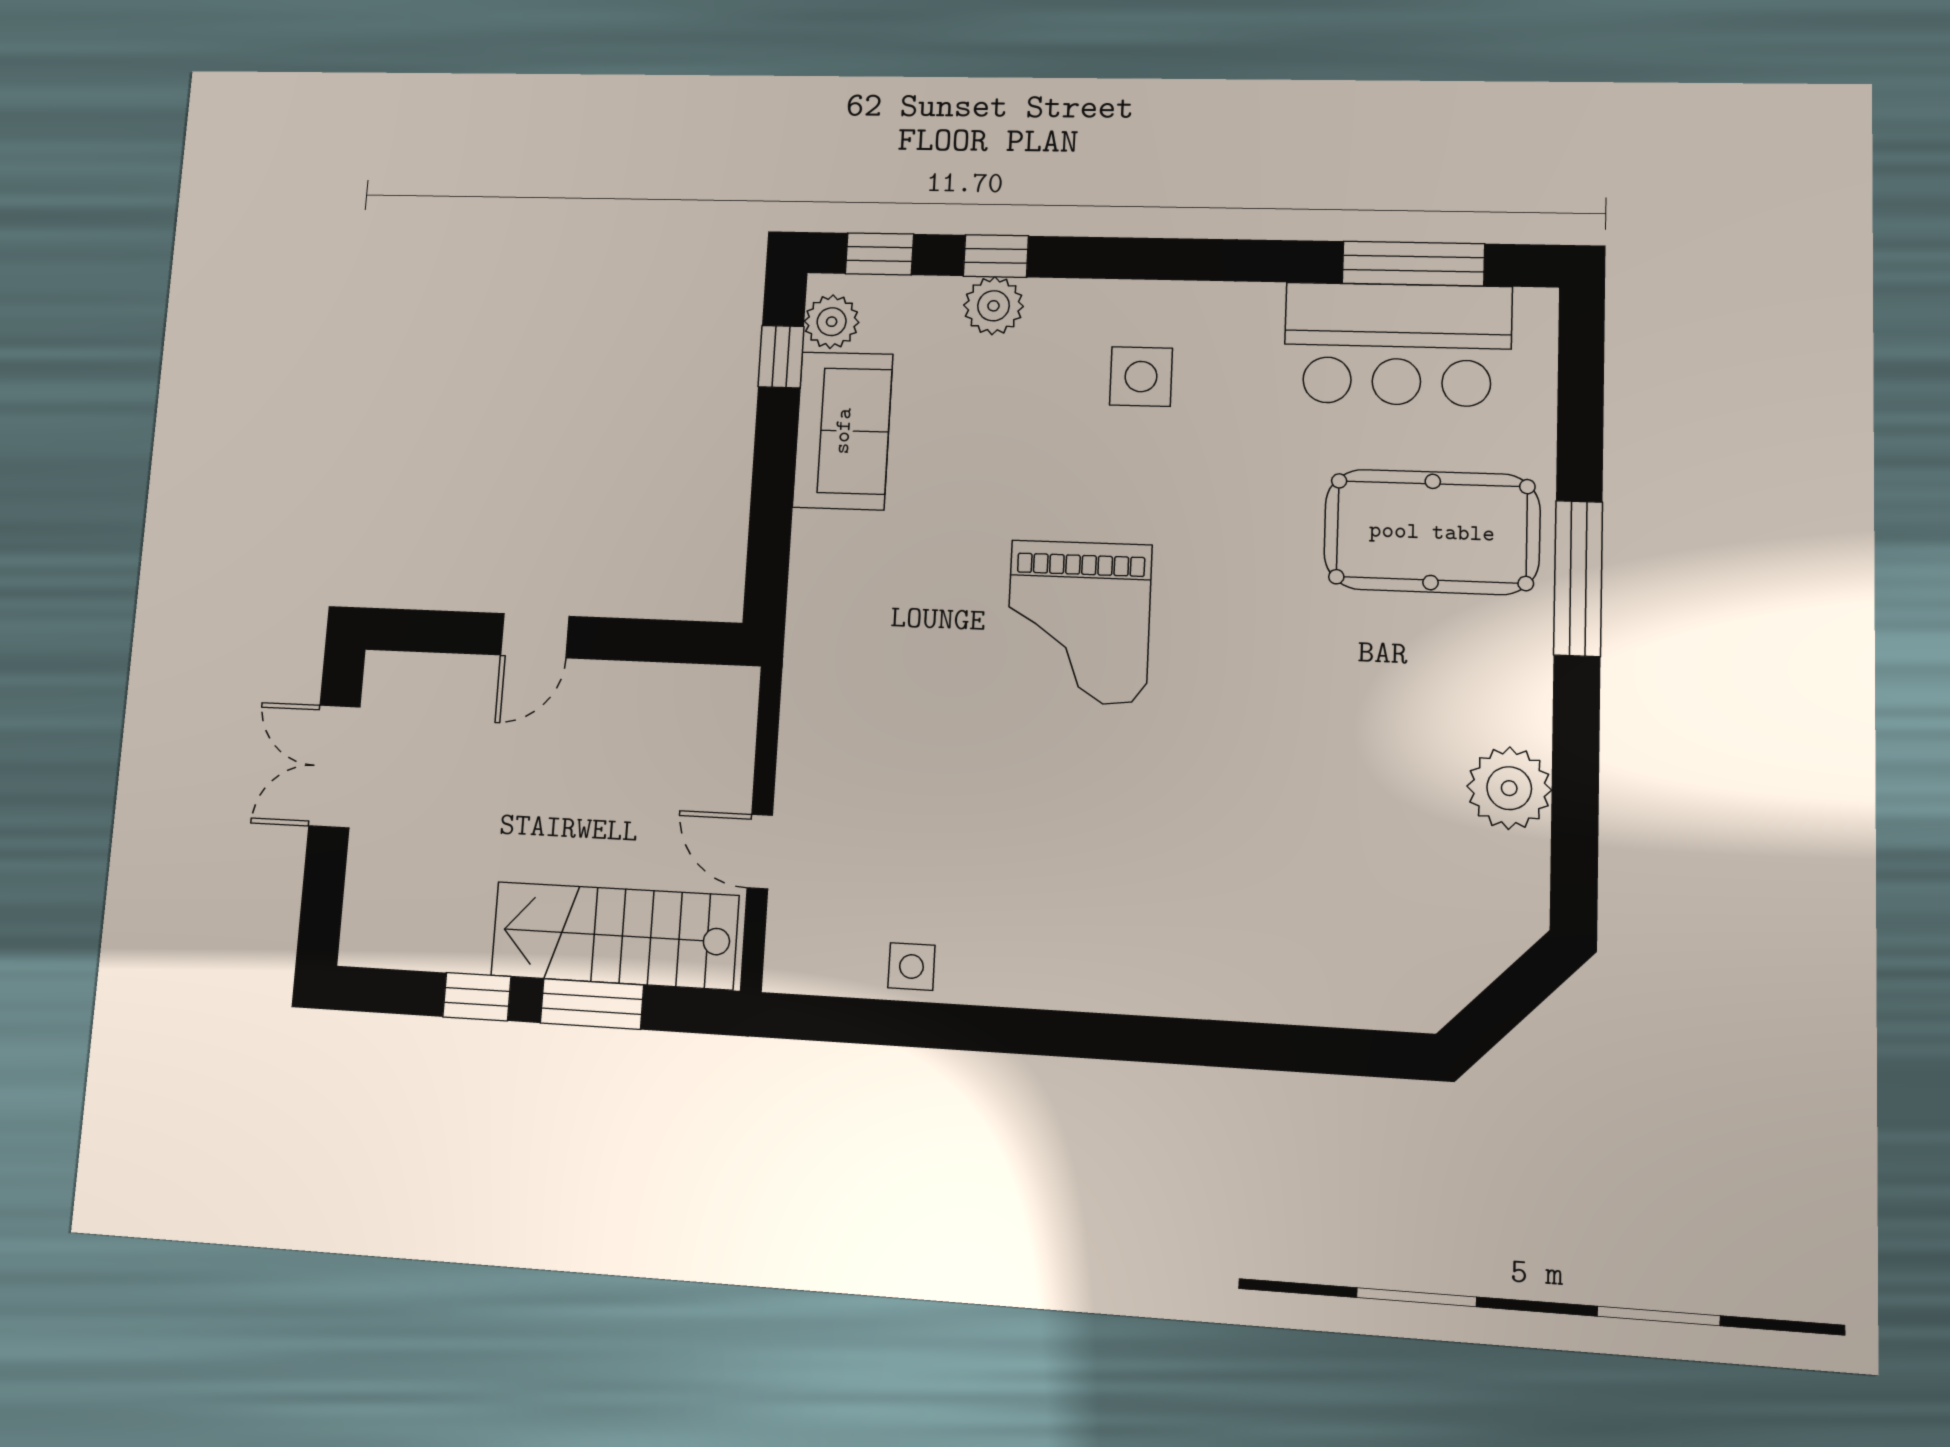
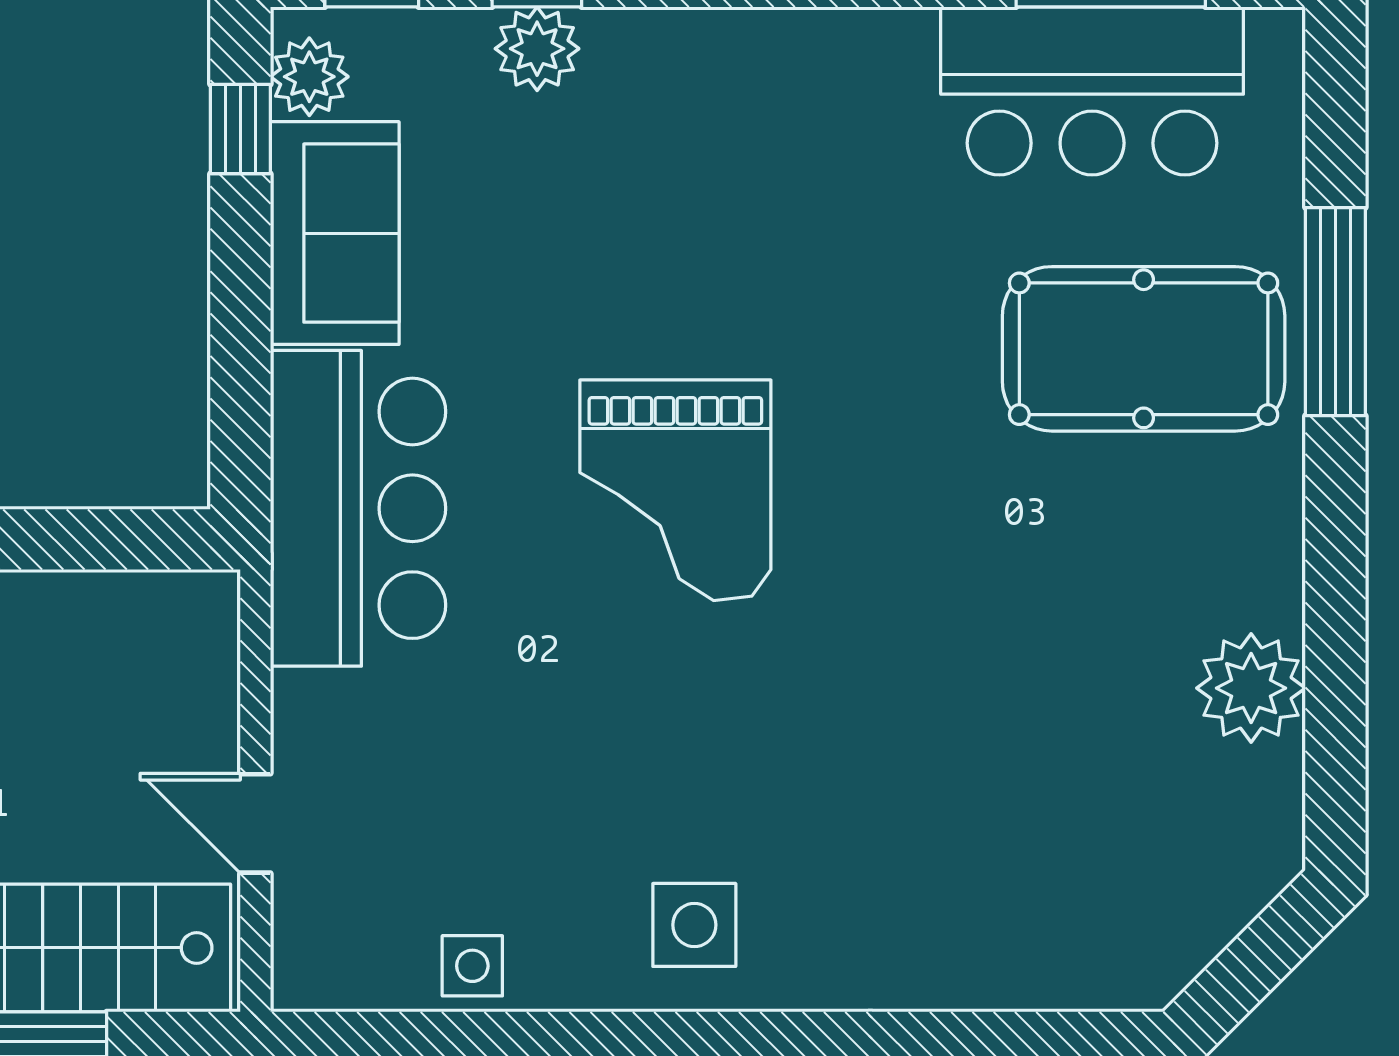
side table: (1141, 377) -> (694, 925), moved
window: (1578, 578) -> (1335, 312), moved
bar counter: (848, 626) -> (358, 508), added

